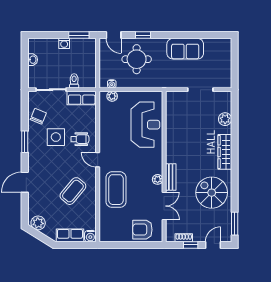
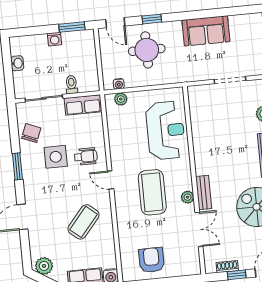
coffee table: (116, 190) -> (152, 192), moved
armchair: (142, 230) -> (151, 260), moved, turned 90

